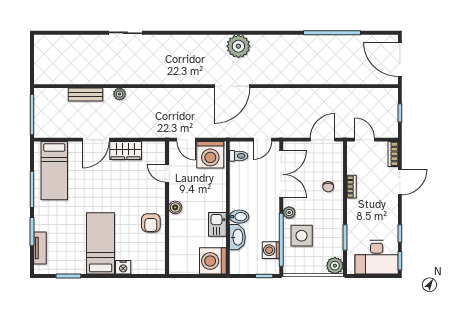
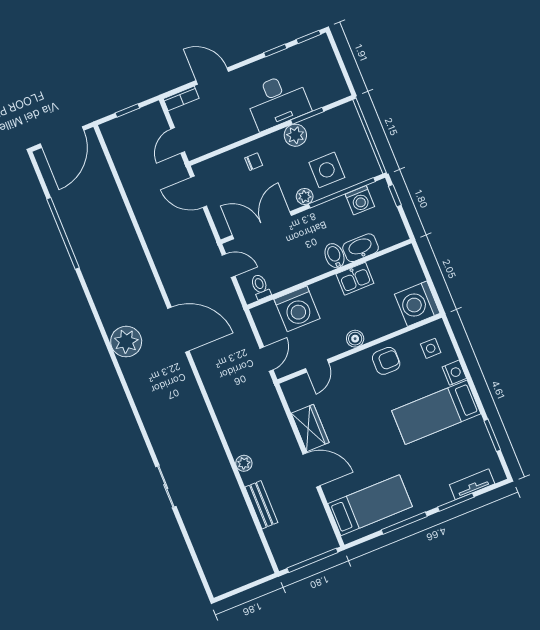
washing machine: (210, 155) -> (297, 309), moved, turned 90
bookcase: (351, 187) -> (242, 133), removed
desk: (377, 257) -> (278, 101), moved, turned 90
side table: (147, 258) -> (431, 348), added
washing machine: (213, 261) -> (417, 304), moved, turned 90
plant: (335, 266) -> (295, 135), moved

